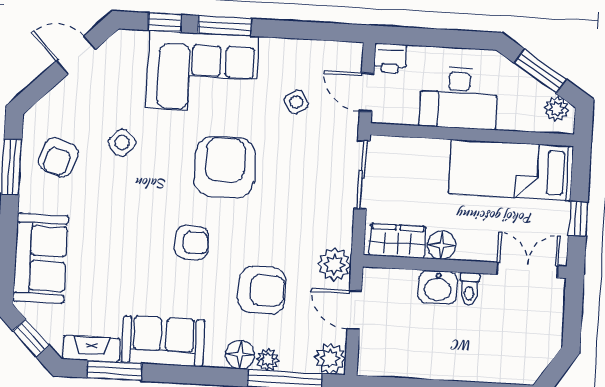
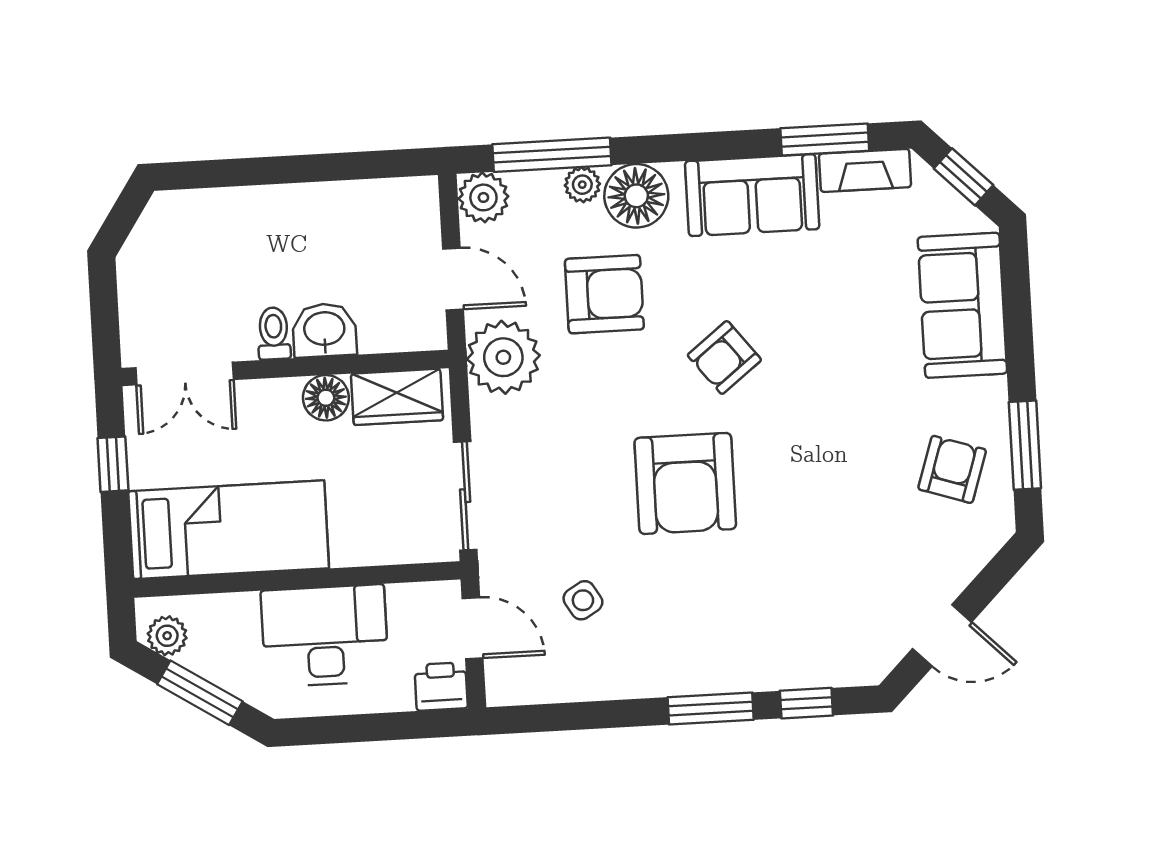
corner sofa: (202, 72) -> (738, 630), removed
side table: (122, 143) -> (853, 504), removed
armchair: (192, 242) -> (724, 358), turned -38
plant: (334, 264) -> (503, 357), width x1.36, depth x1.36
armchair: (262, 290) -> (604, 294), turned 180
floor lamp: (240, 355) -> (636, 196), width x1.38, depth x1.38

